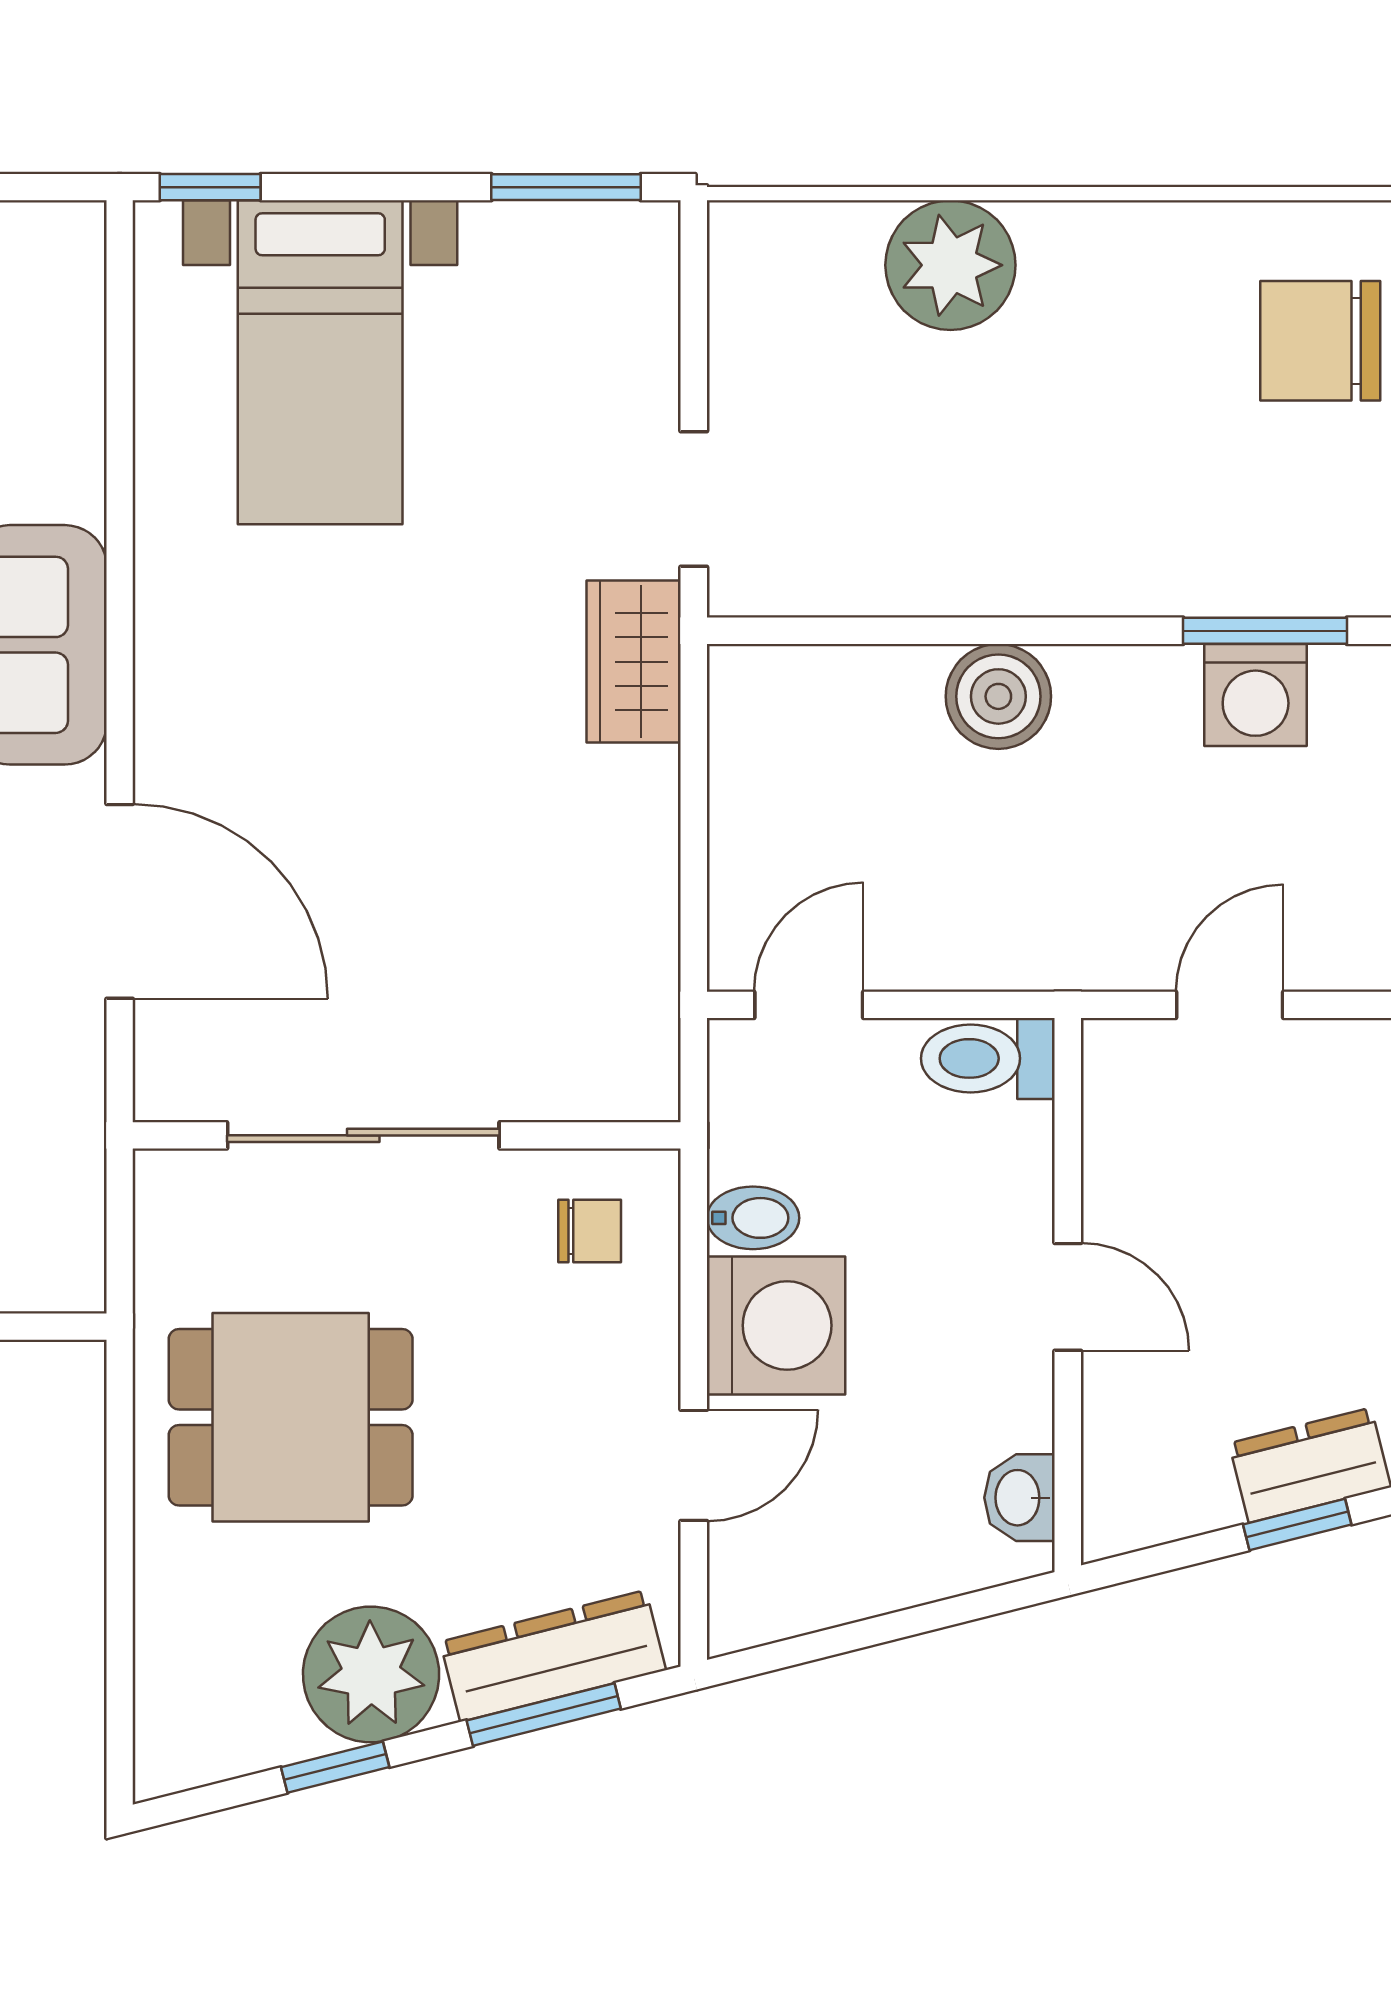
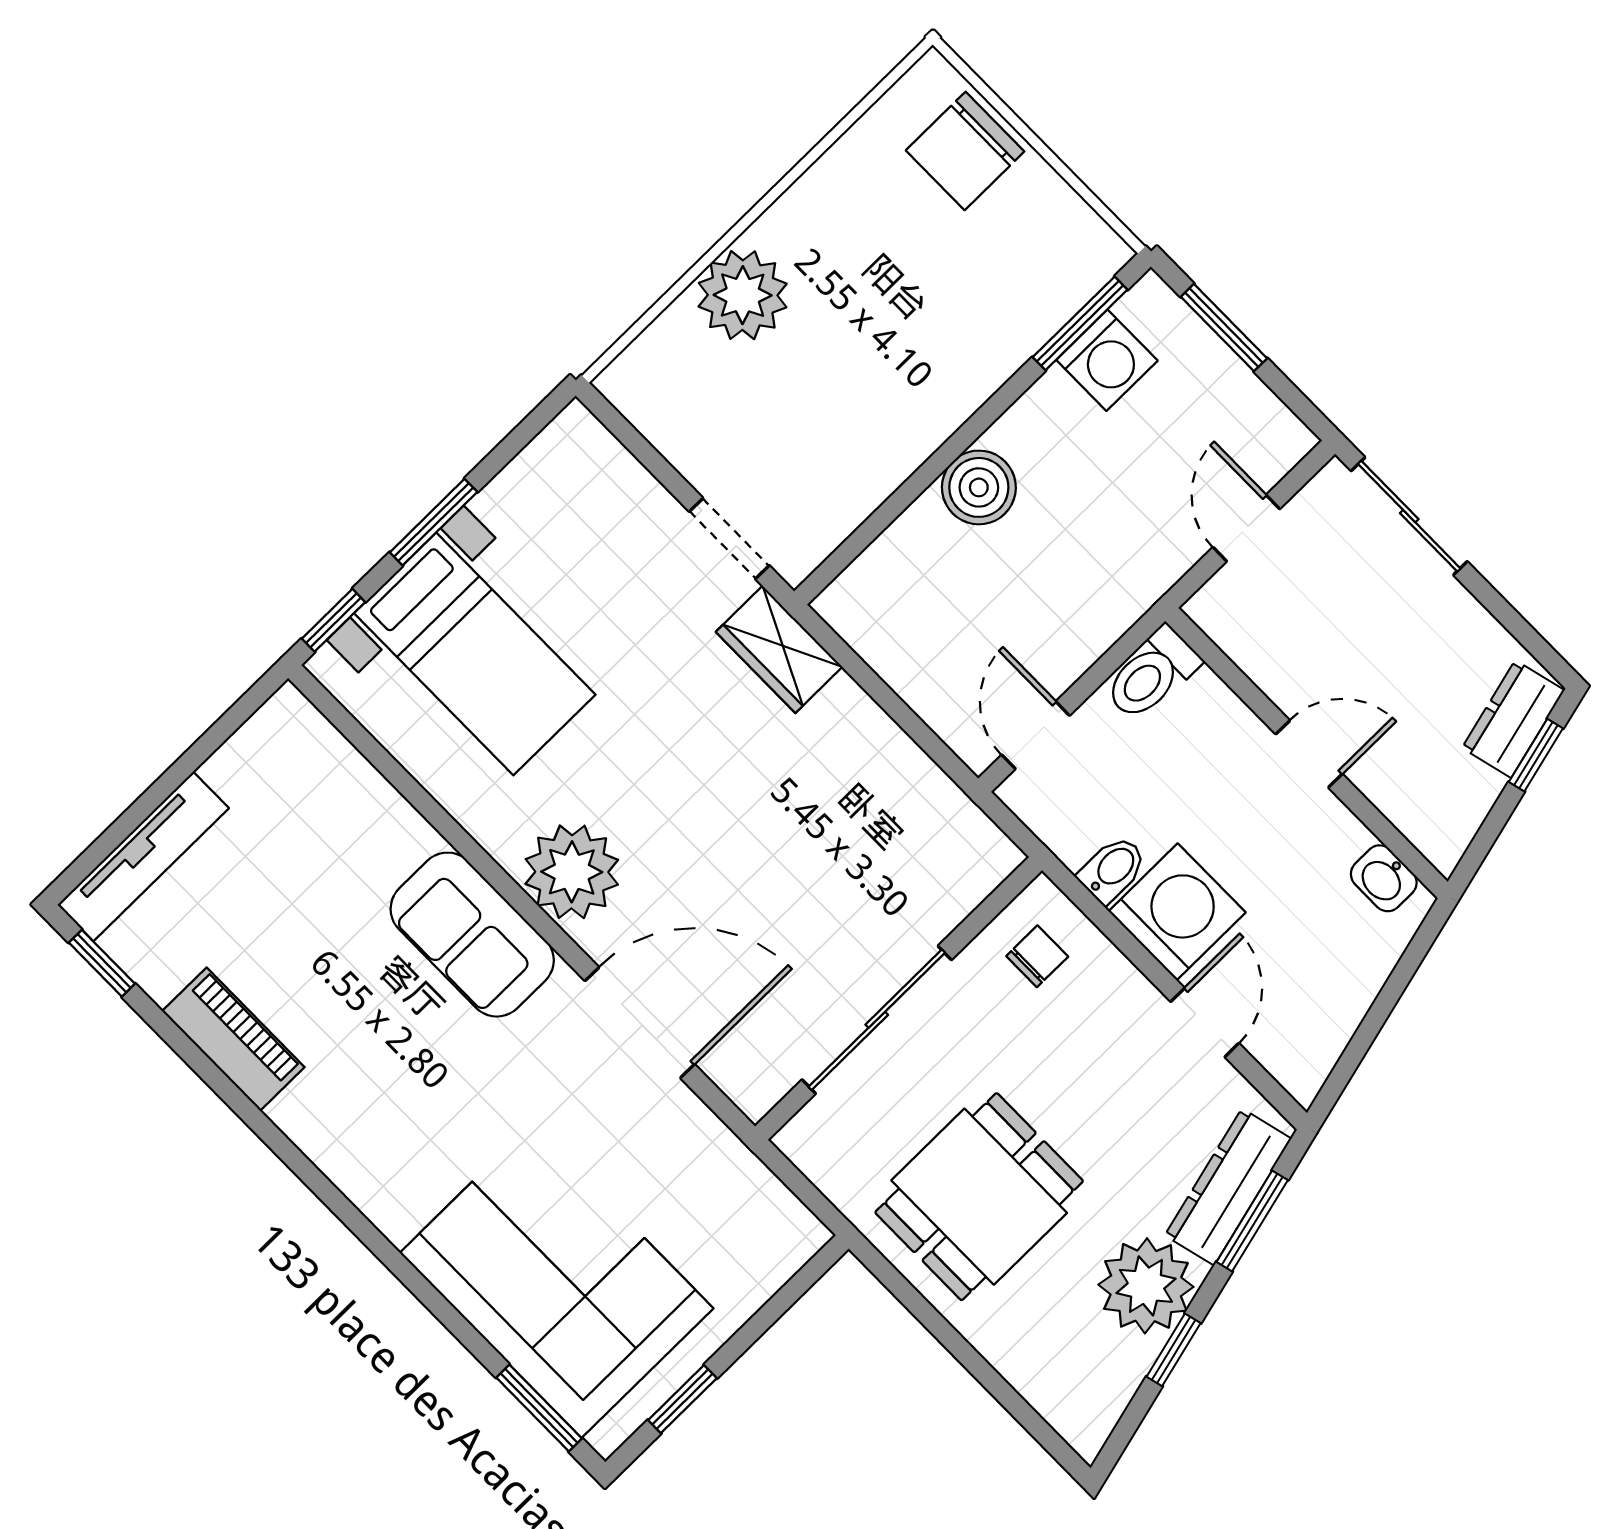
window: (566, 187) -> (434, 522), moved
plant: (201, 681) -> (572, 872), added

